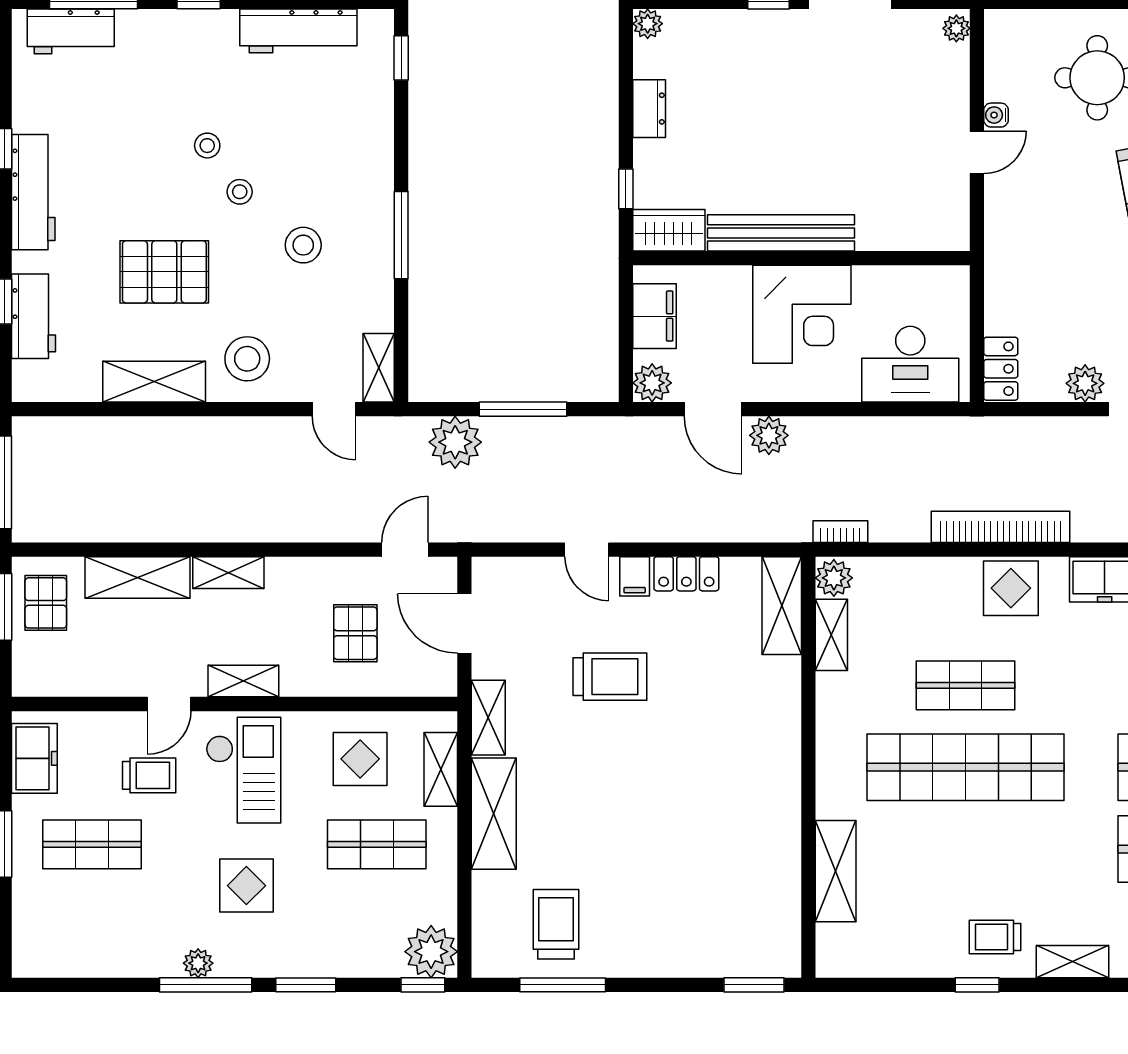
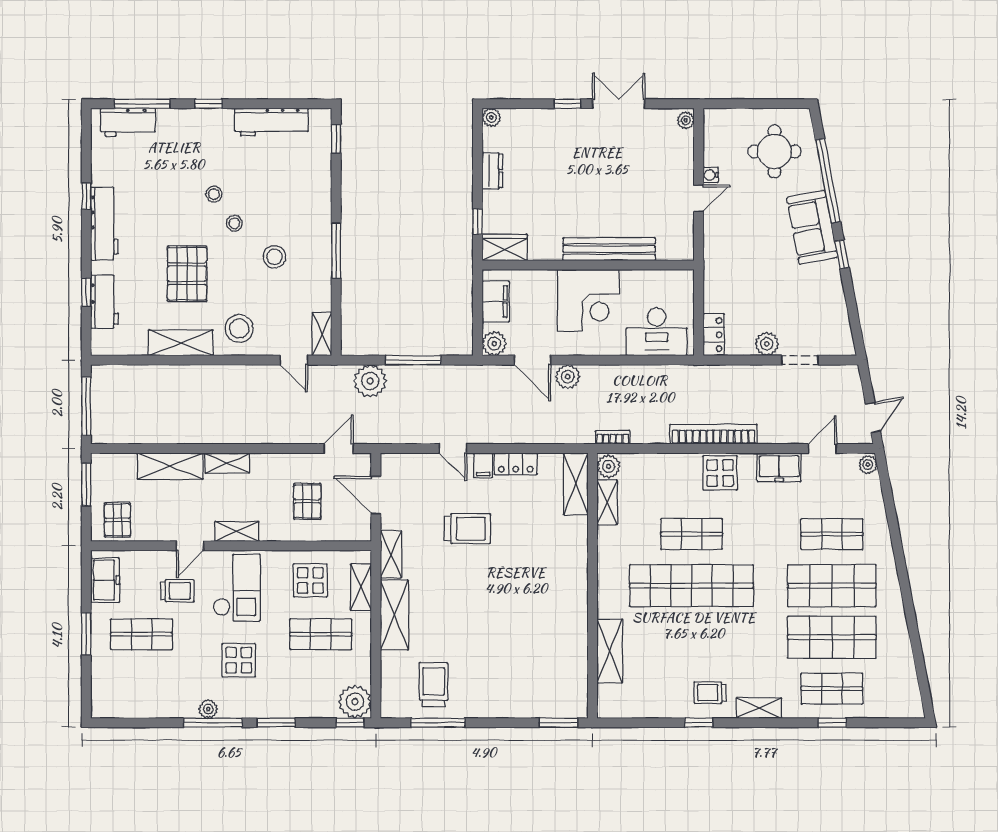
bench: (781, 233) -> (609, 249), moved
pallet: (164, 272) -> (187, 274), turned 90
pallet: (46, 603) -> (118, 520), moved

